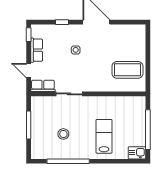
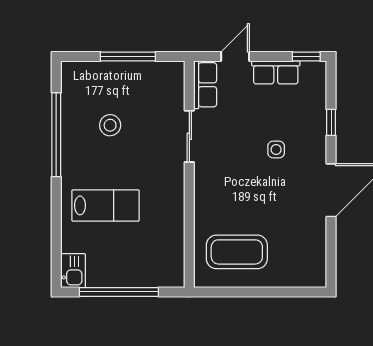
coffee table: (128, 70) -> (237, 252), turned 90

